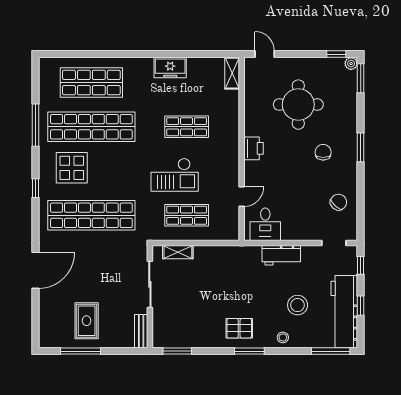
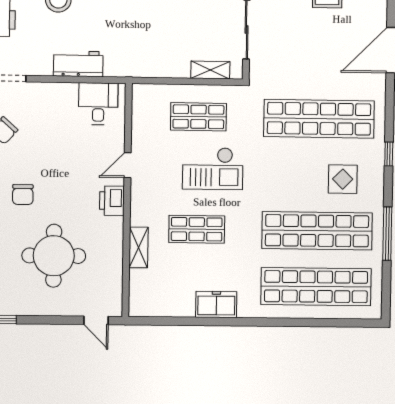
shelving: (232, 73) -> (139, 247), moved
shop shelf: (91, 83) -> (316, 287), width x1.40
display table: (72, 168) -> (343, 179), width x0.73, depth x0.73
checkout: (175, 175) -> (213, 169), turned 180
door: (242, 197) -> (128, 165), moved

